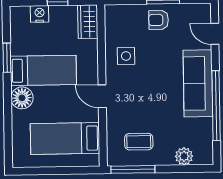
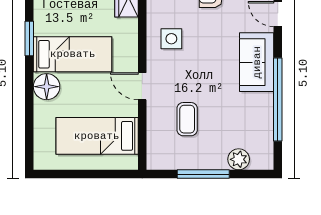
sofa: (198, 83) -> (257, 62), width x0.73
coffee table: (139, 142) -> (187, 119), moved, turned 90
window: (133, 169) -> (203, 174), moved

